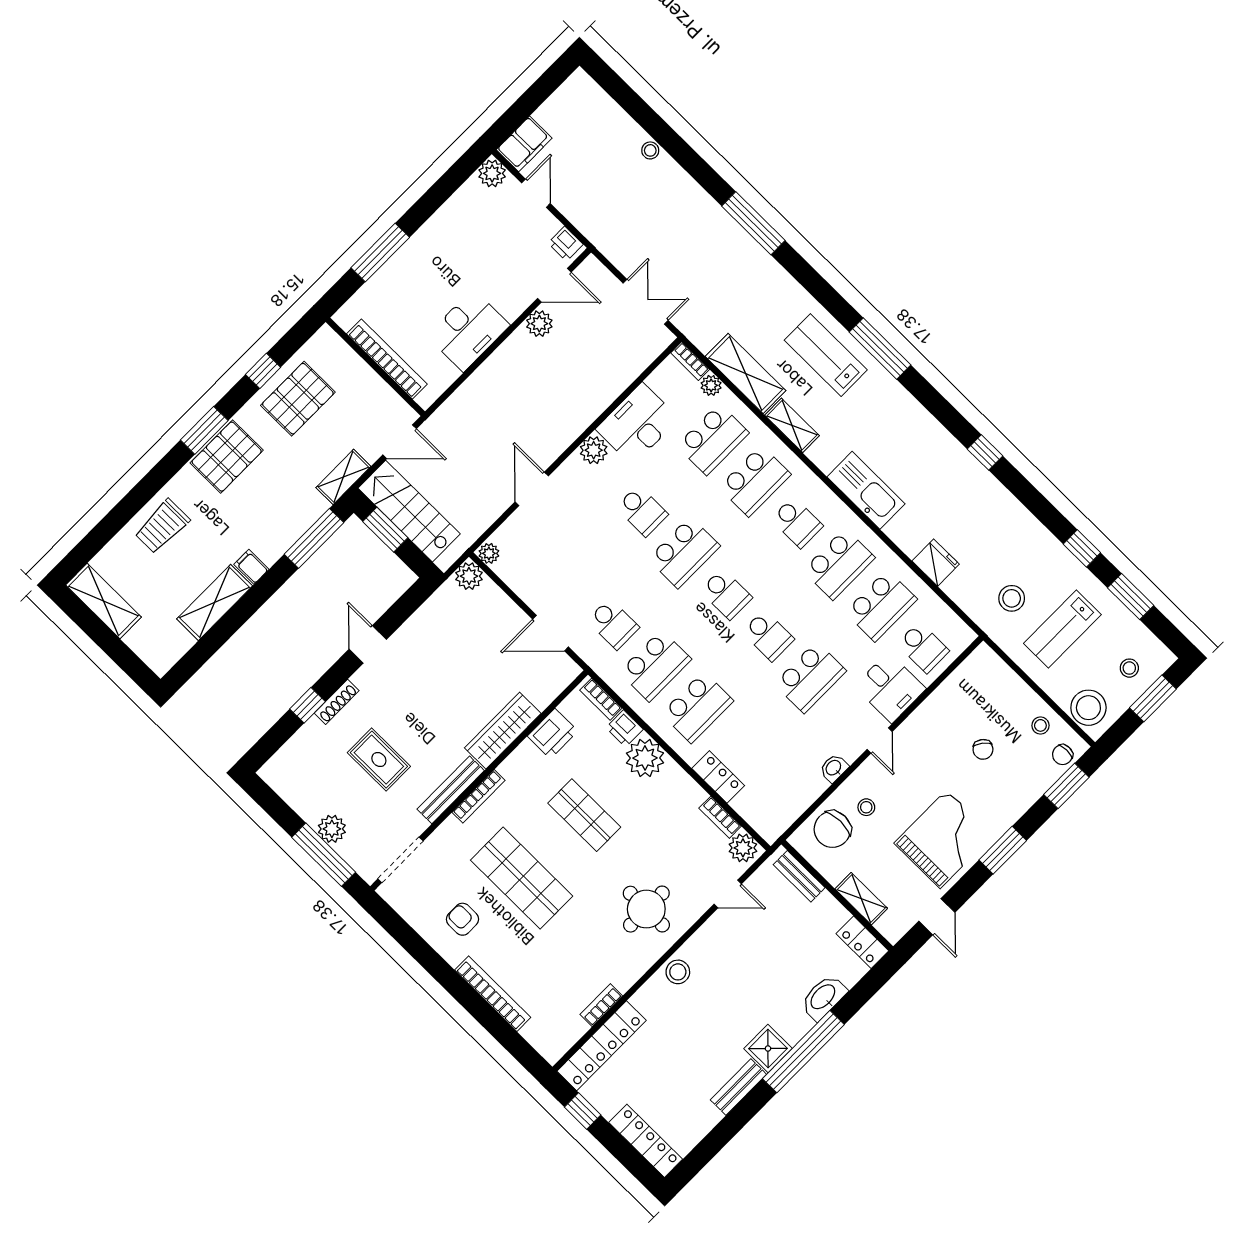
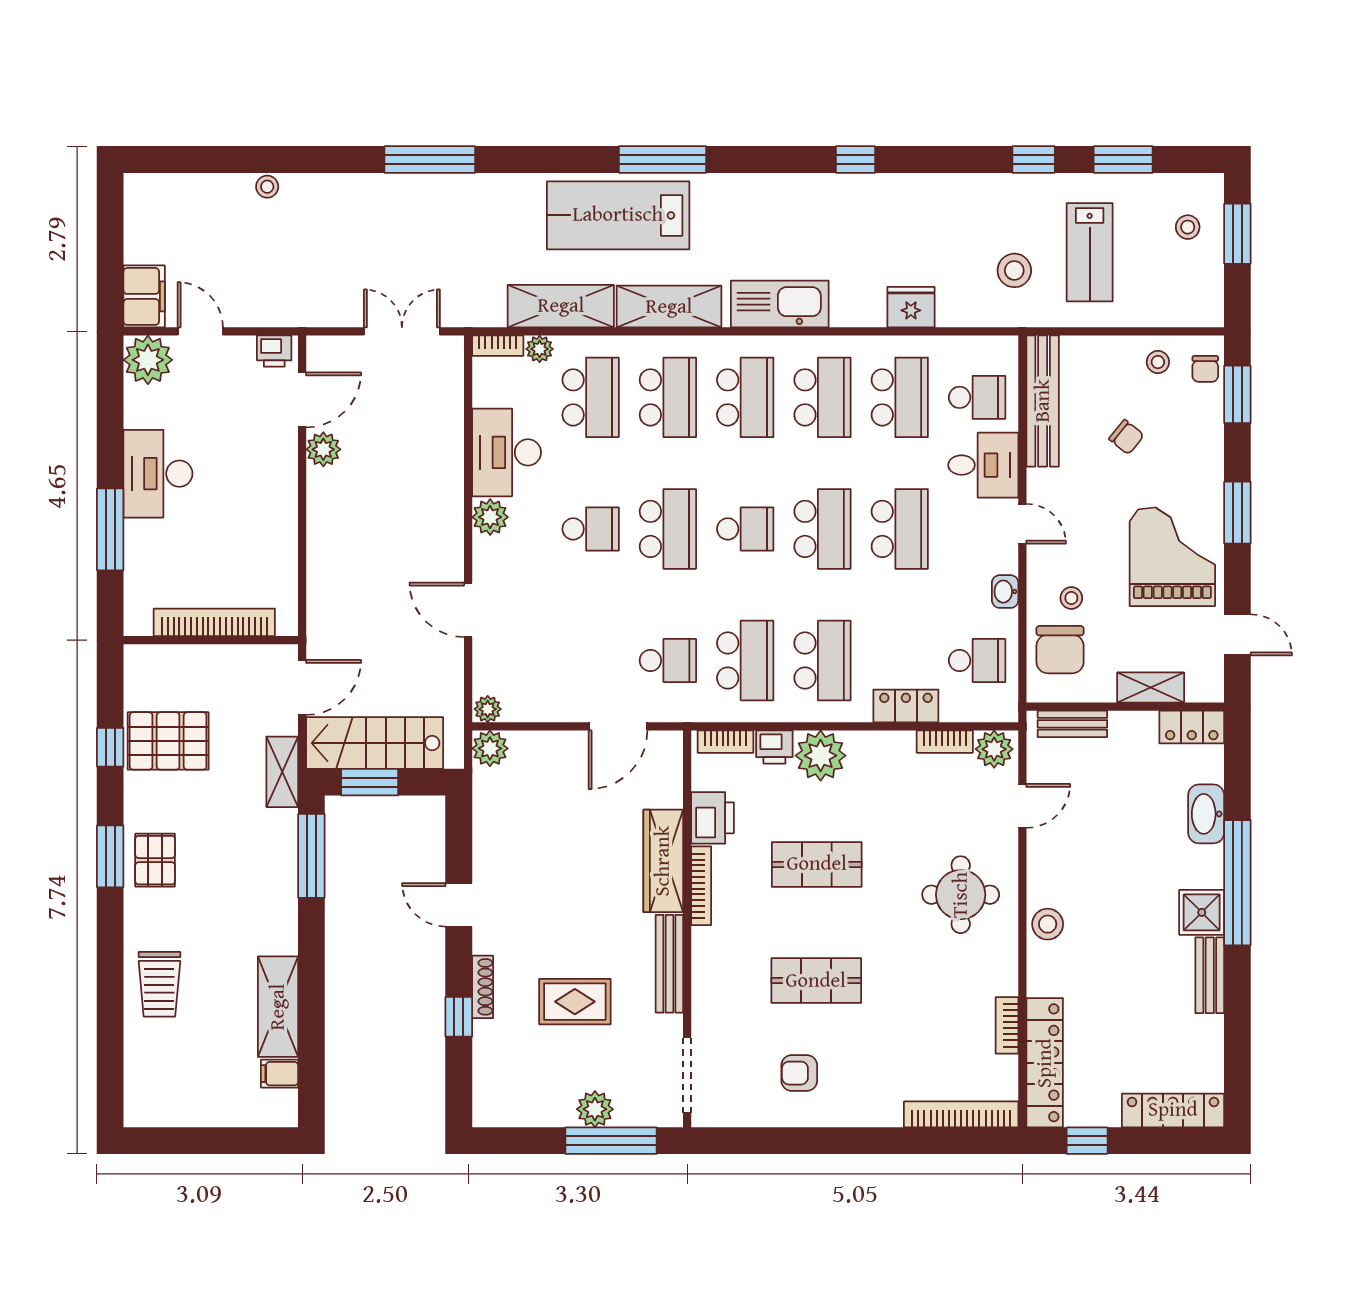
plant: (492, 173) -> (148, 360), width x1.36, depth x1.36
desk: (468, 330) -> (158, 474), moved, turned 180
lab bench: (826, 355) -> (618, 215), width x1.36, depth x1.39
pallet: (298, 399) -> (168, 741), turned 90
shelving: (792, 425) -> (669, 307), width x1.50, depth x1.33
pallet: (227, 457) -> (155, 860), width x0.67, depth x0.71
school desk: (797, 522) -> (745, 397), width x1.85
filing cabinet: (251, 567) -> (279, 1074), moved
shelving: (103, 601) -> (173, 1107), removed
school desk: (768, 636) -> (822, 529), width x1.85
bench: (957, 685) -> (1043, 401), added
stool: (1088, 708) -> (1186, 301), removed
school desk: (781, 790) -> (977, 660), added
bookcase: (478, 796) -> (701, 886), moved
shop shelf: (522, 878) -> (816, 981), width x0.70, depth x0.74
bookcase: (493, 994) -> (961, 1114), moved

